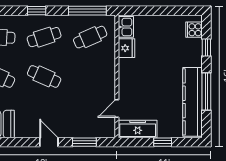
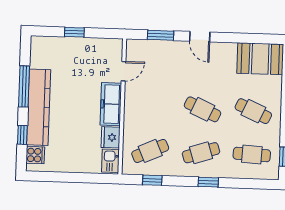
window: (87, 11) -> (152, 180), width x0.46
kitchen counter: (193, 102) -> (39, 107), moved
freezer: (138, 129) -> (111, 104), moved, turned 90

